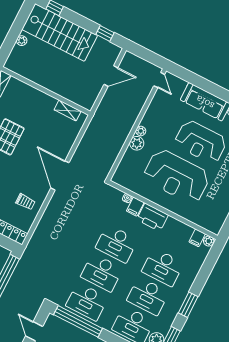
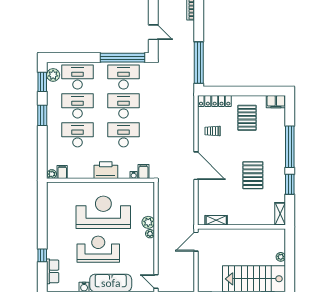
door: (111, 76) -> (196, 242), moved
filing cabinet: (135, 207) -> (143, 172), moved

